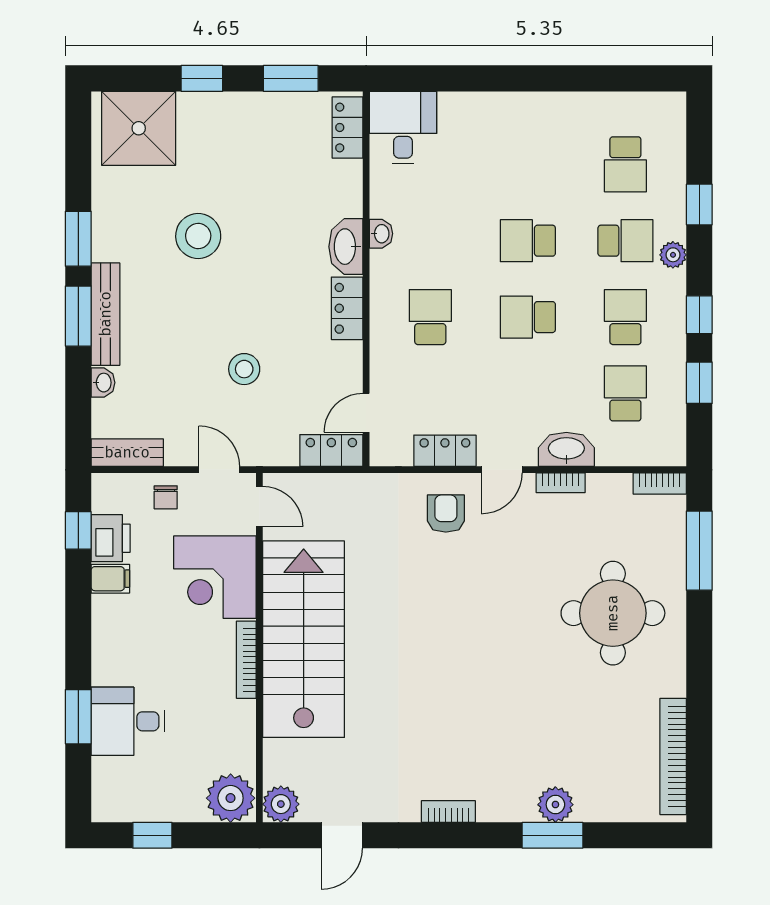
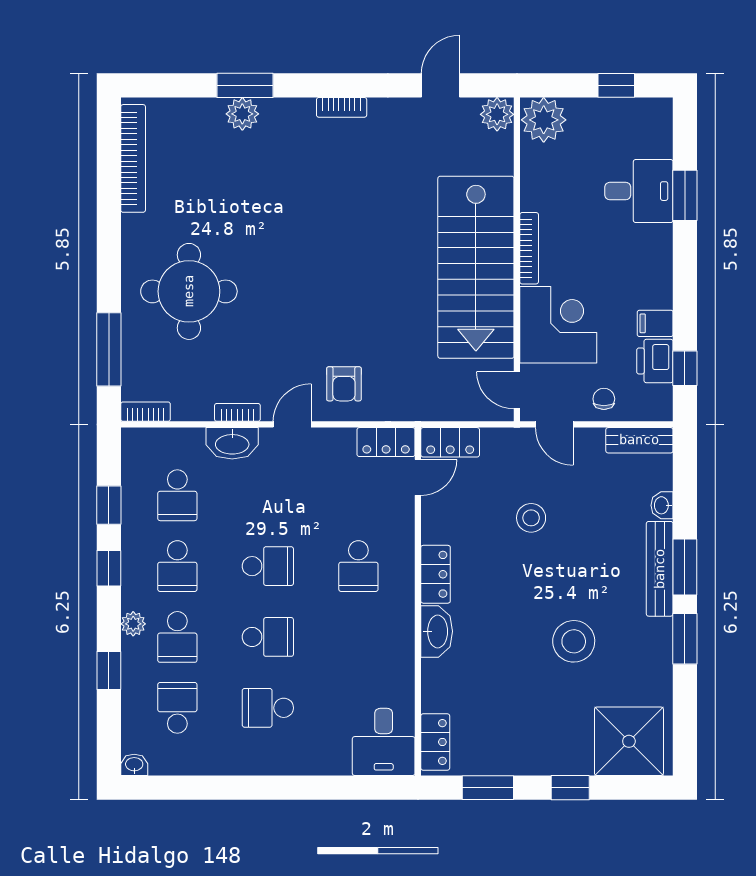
school desk: (528, 164) -> (268, 708), added
washbasin: (381, 234) -> (134, 765), moved, turned 90
school desk: (625, 241) -> (177, 637), turned -90
locker: (445, 451) -> (386, 442), moved

